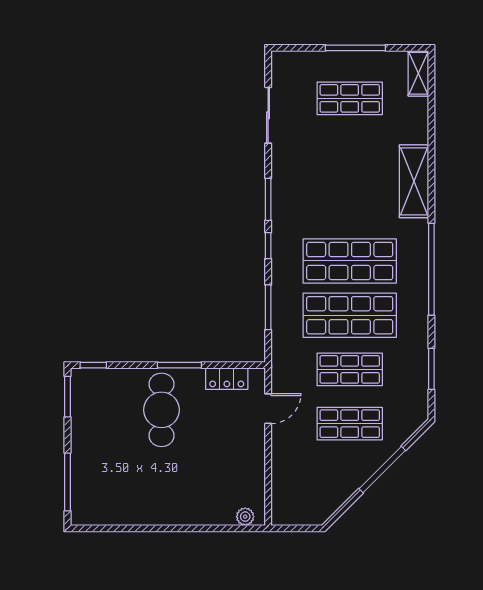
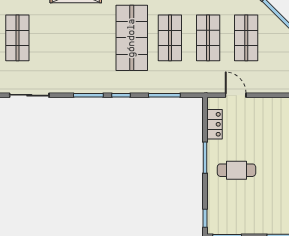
shop shelf: (350, 315) -> (170, 38), width x0.70, depth x0.74
cafe table: (161, 410) -> (236, 170), width x0.73, depth x0.74

